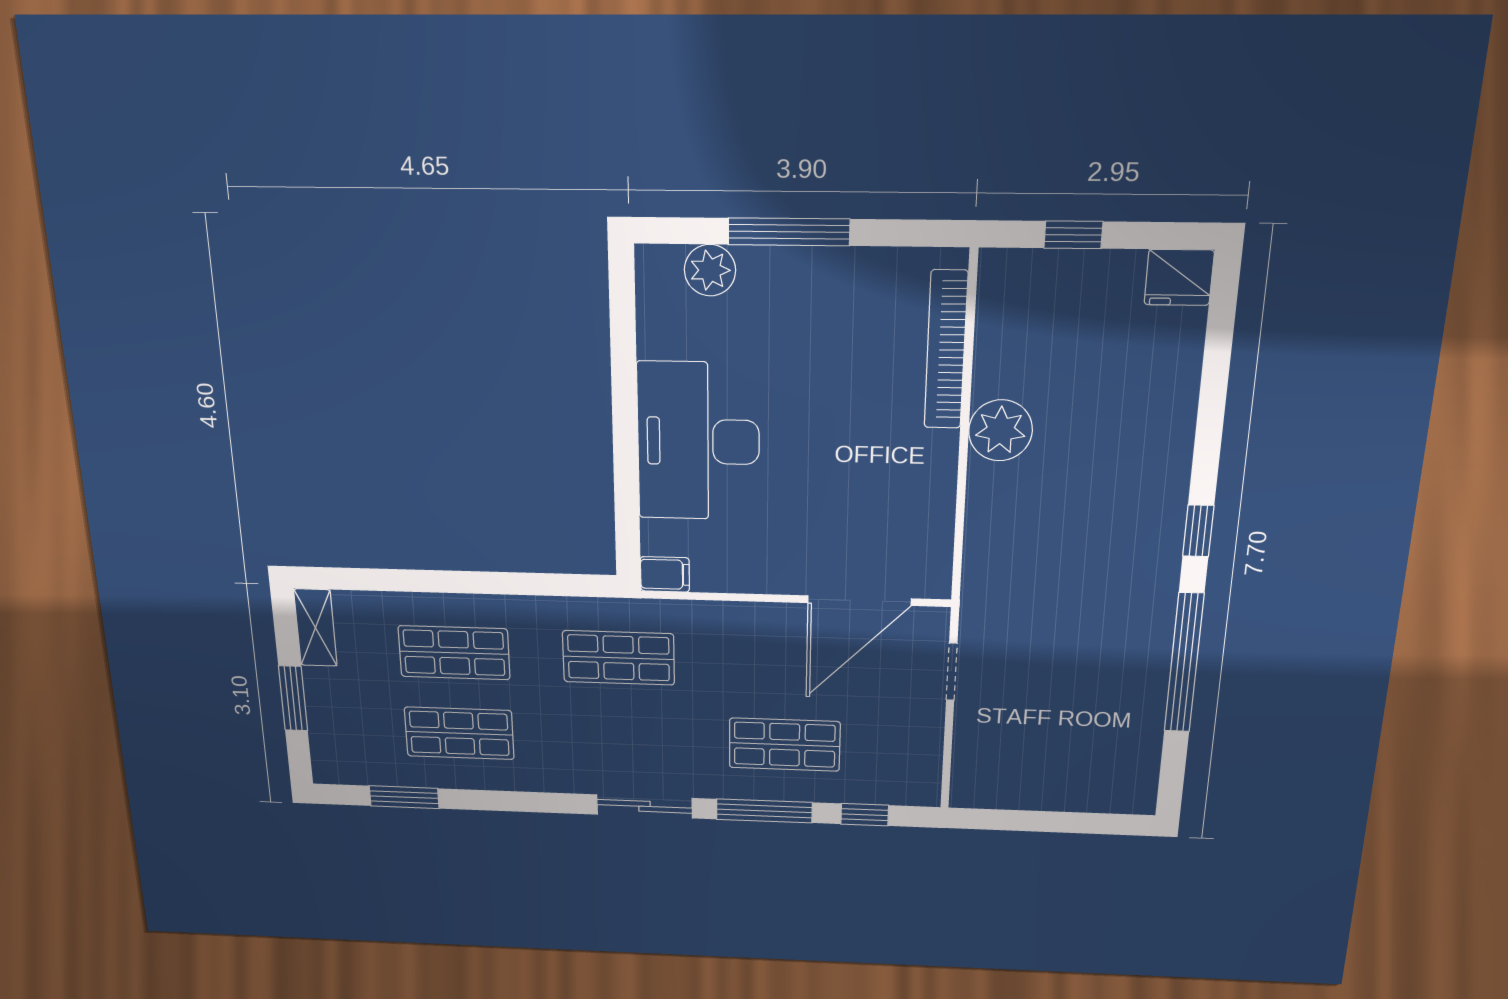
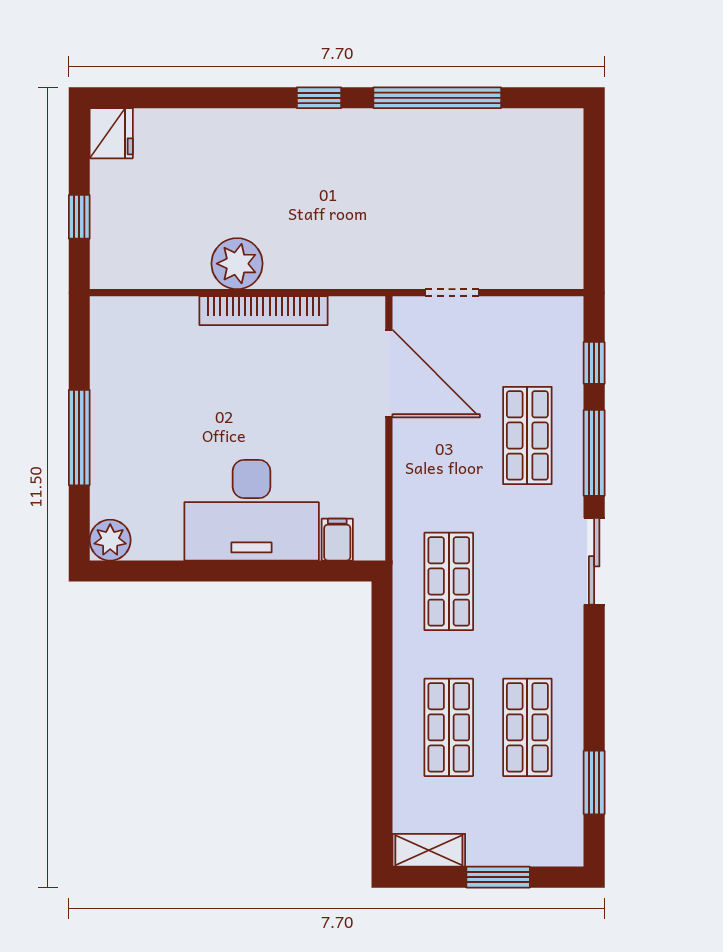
plant: (710, 270) -> (110, 540), moved
bookcase: (946, 350) -> (263, 311), moved
filing cabinet: (665, 574) -> (337, 540), moved

